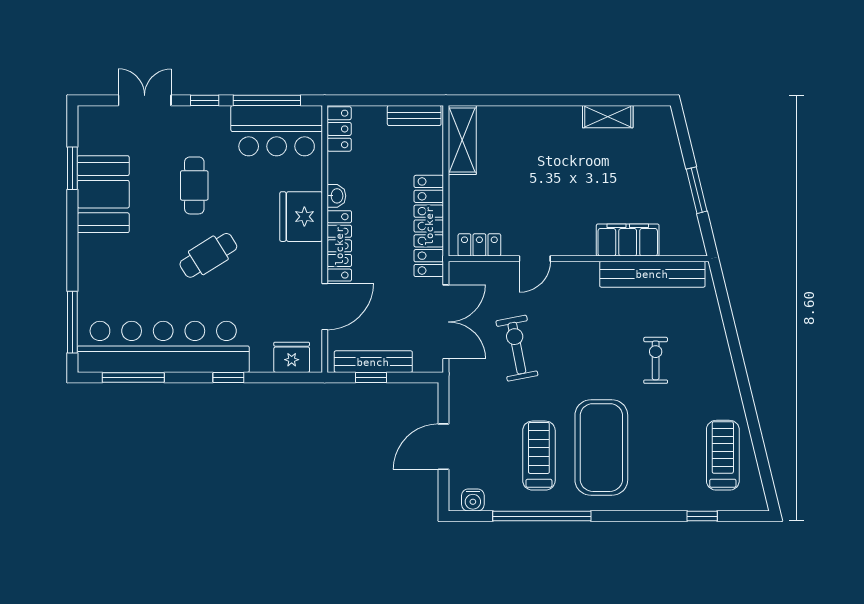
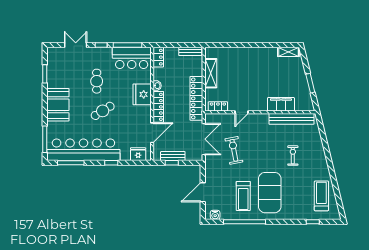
shelving: (608, 117) -> (288, 52), moved
shelving: (462, 140) -> (211, 73), moved
booth: (103, 194) -> (58, 105), moved
bench: (373, 362) -> (173, 156), width x0.73
treadmill: (539, 456) -> (243, 196), turned 180

